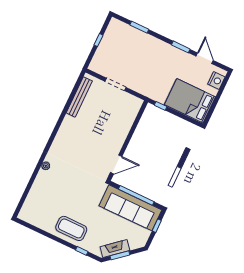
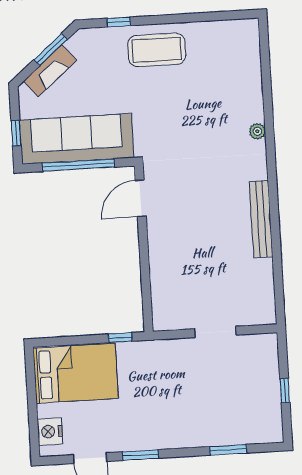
bench: (79, 97) -> (261, 219), moved
fireplace: (115, 249) -> (50, 71), moved

